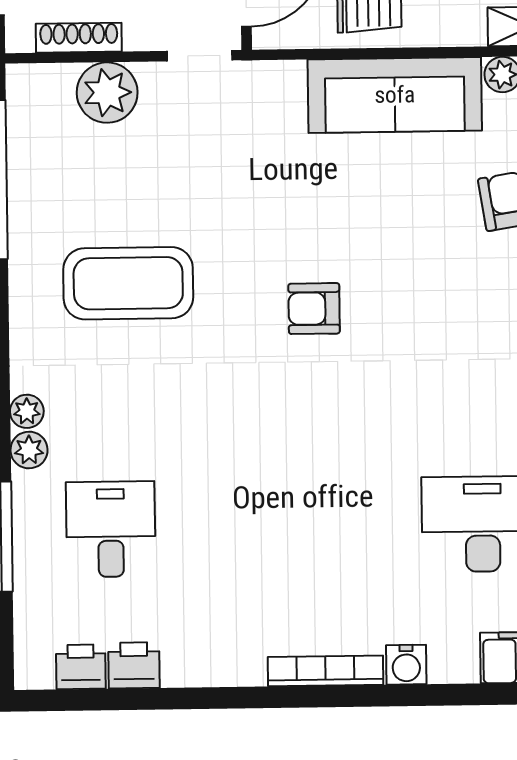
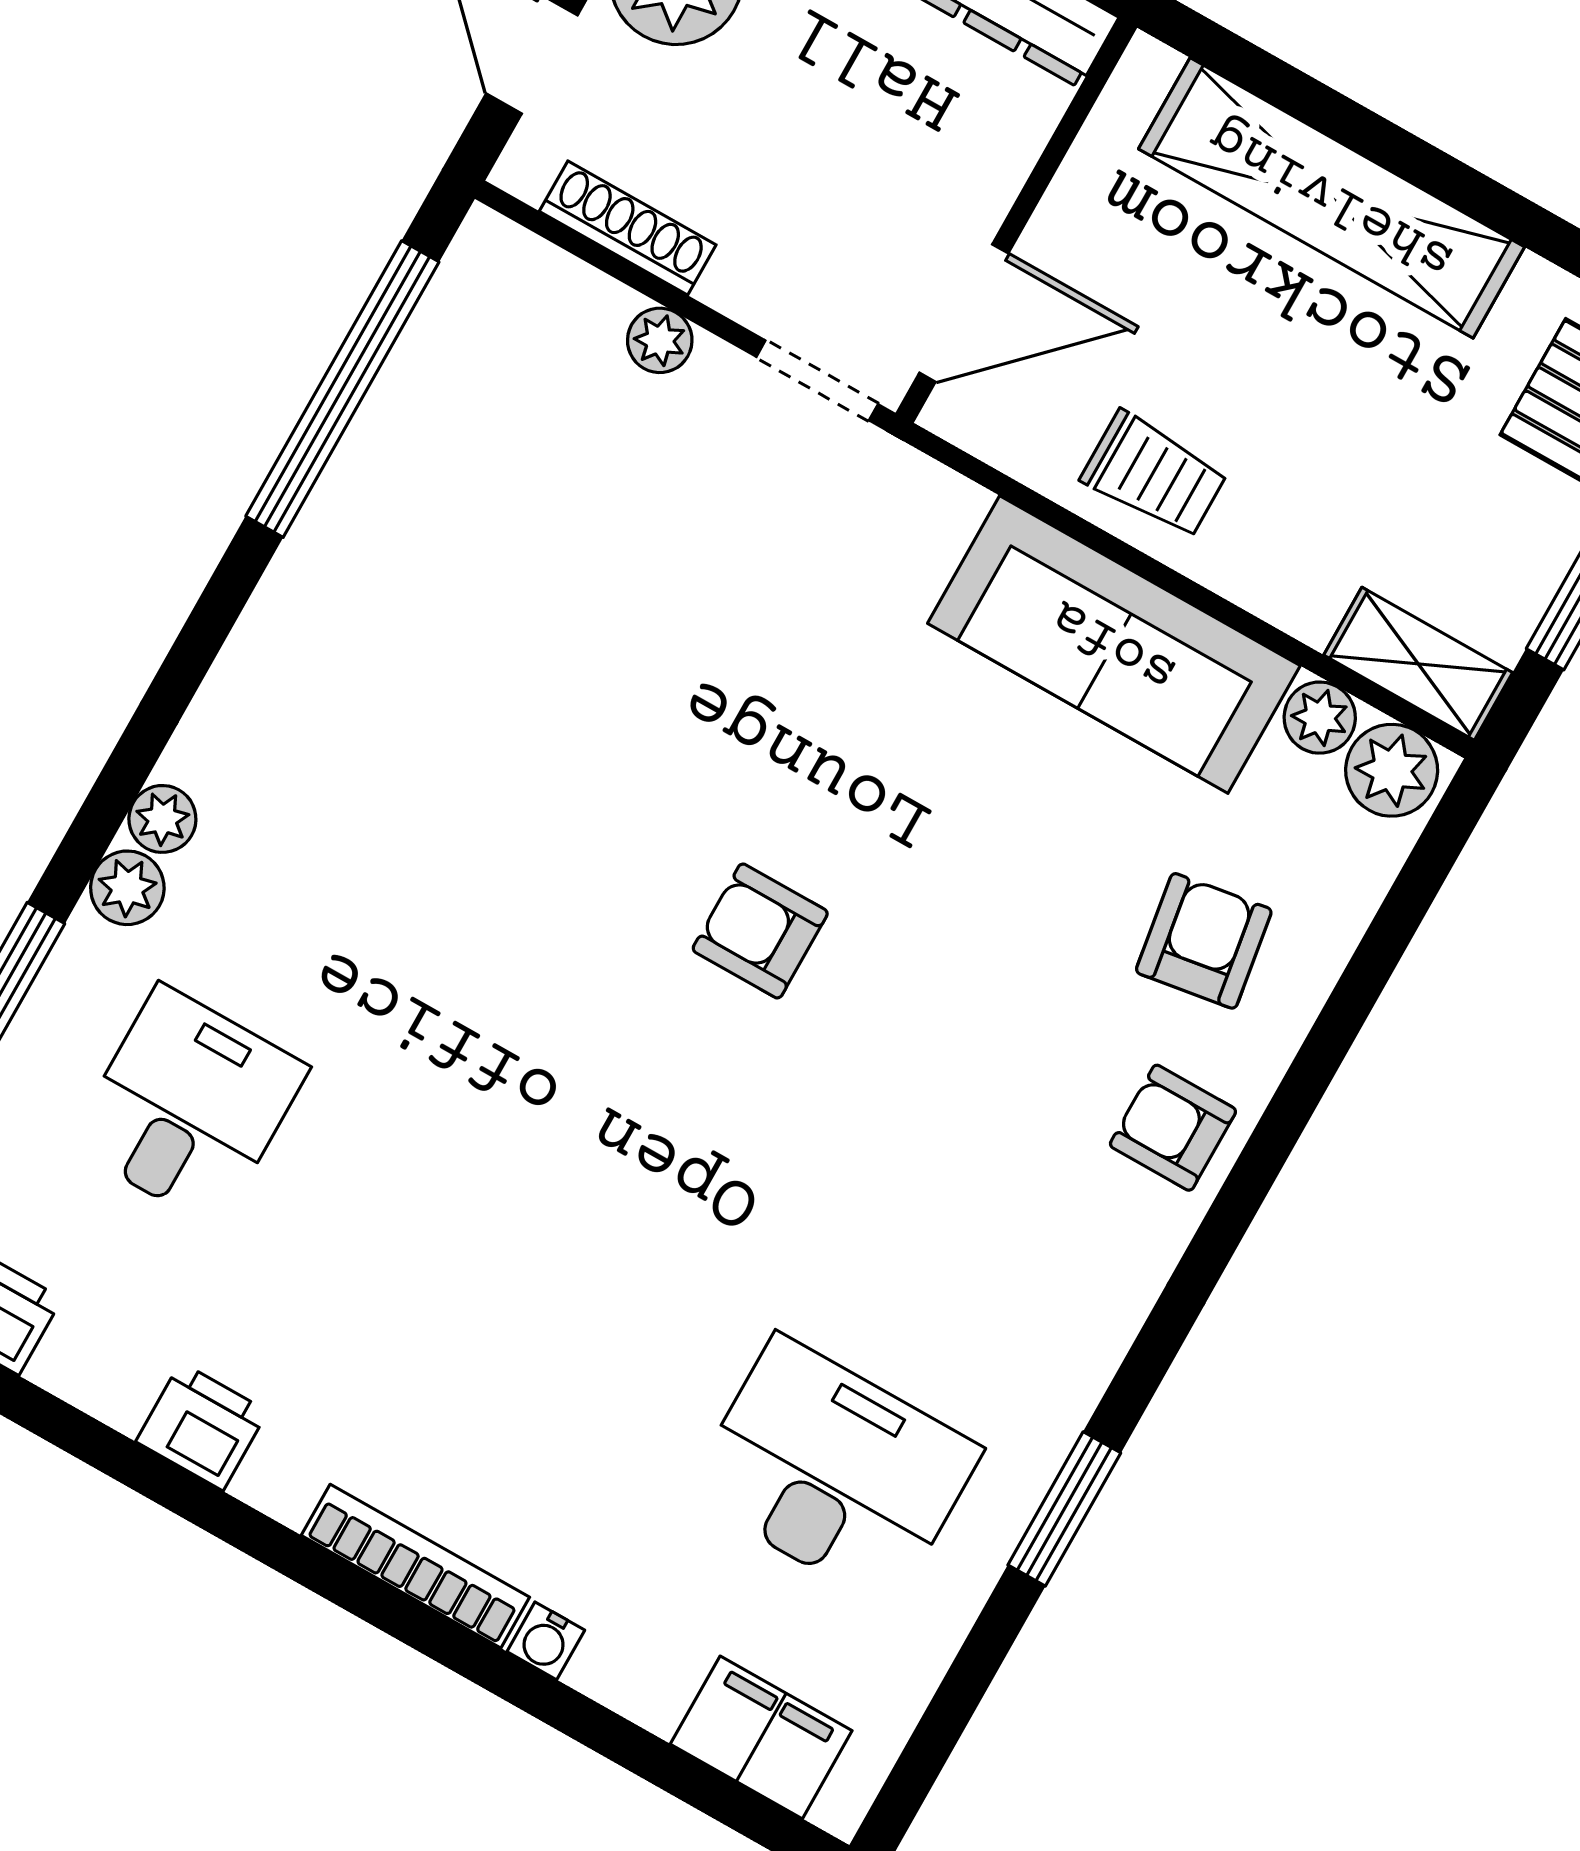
plant: (107, 93) -> (660, 340), width x0.53, depth x0.53
coffee table: (128, 283) -> (466, 700), removed
printer: (134, 665) -> (202, 1426), moved
water cooler: (406, 665) -> (546, 1641), width x0.72, depth x0.72

